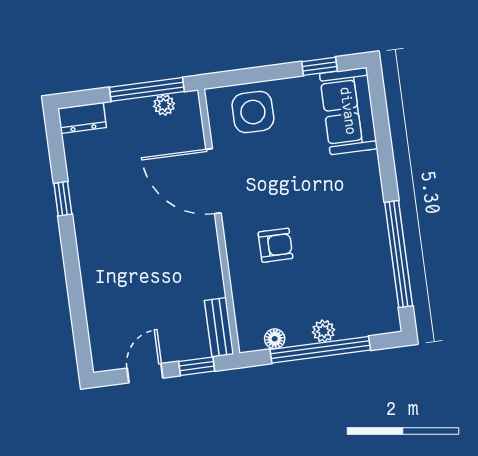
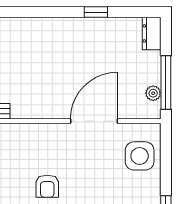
armchair: (275, 245) -> (47, 186), moved

